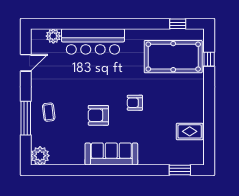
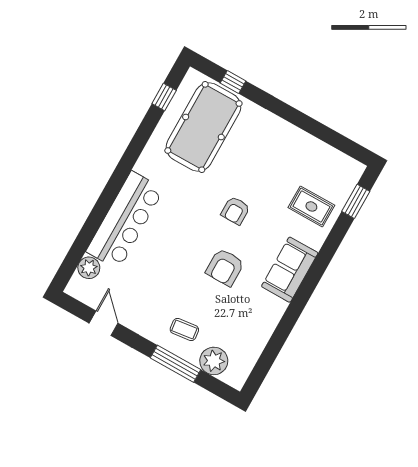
rug: (190, 131) -> (311, 206), moved, turned 90
sofa: (111, 154) -> (290, 270), width x0.73
plant: (40, 156) -> (214, 361), moved

